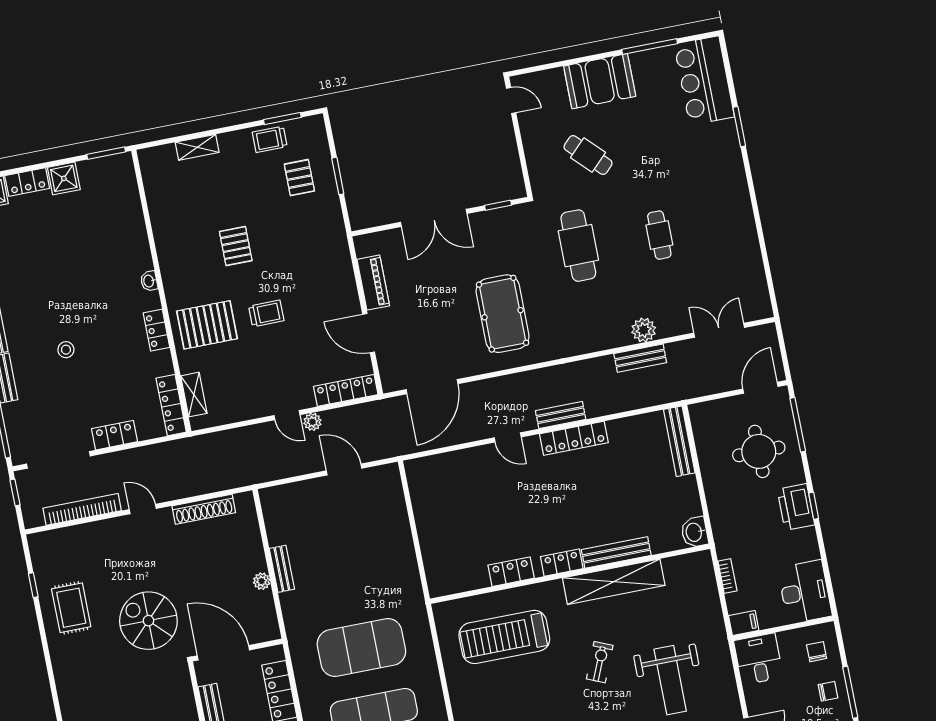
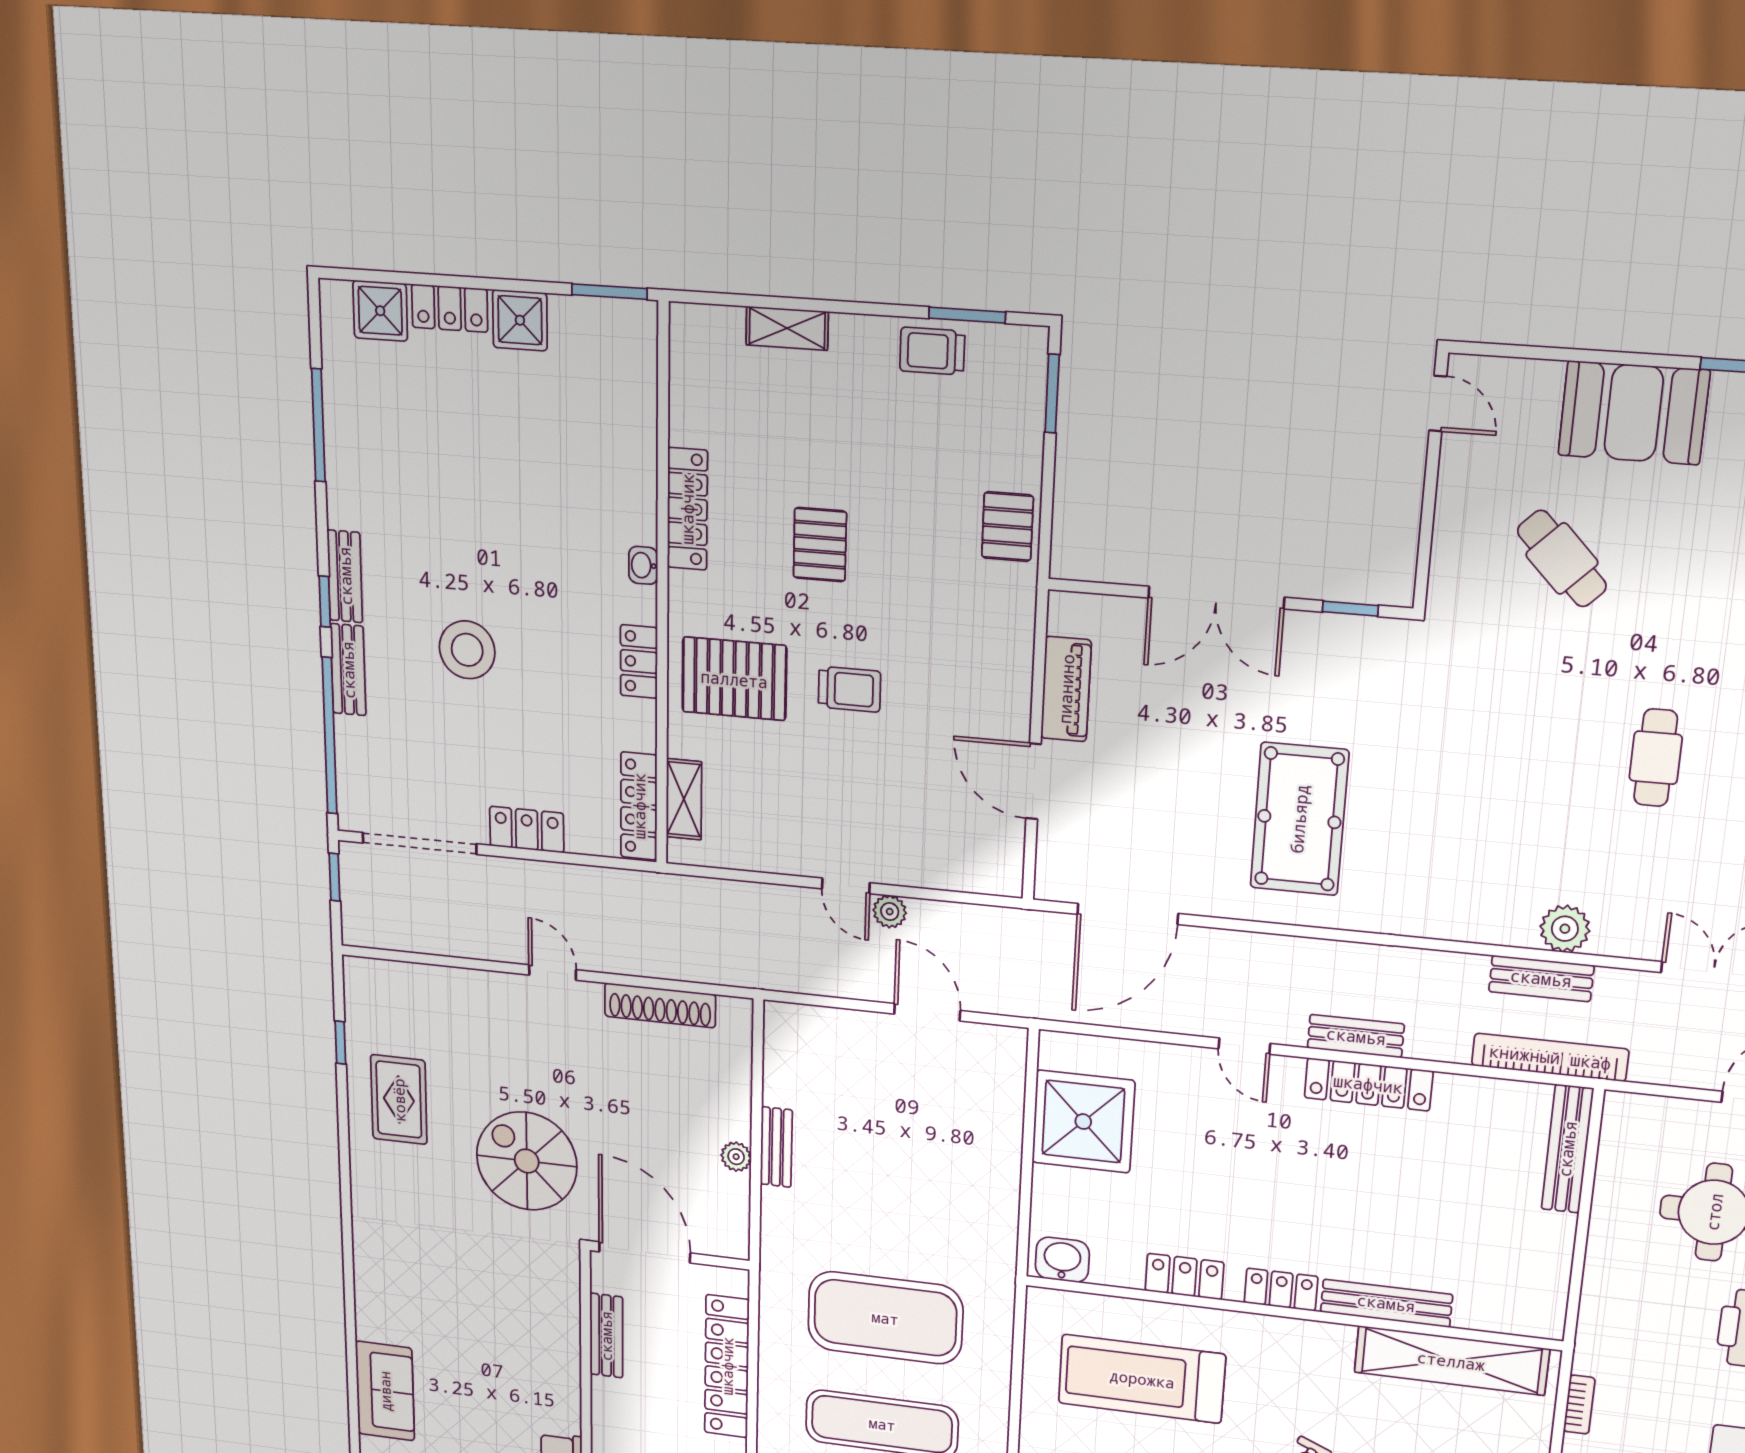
window: (338, 176) -> (1052, 394), moved
pallet: (299, 178) -> (1007, 527), moved
cafe table: (578, 246) -> (1487, 732), removed
stool: (66, 350) -> (467, 650), width x1.89, depth x1.89
locker: (346, 390) -> (687, 509), moved, turned 90
shower: (438, 503) -> (1083, 1122), added
bookcase: (82, 509) -> (1550, 1057), moved
washbasin: (694, 532) -> (1062, 1260), moved, turned 90
shelving: (614, 582) -> (1451, 1361), moved

